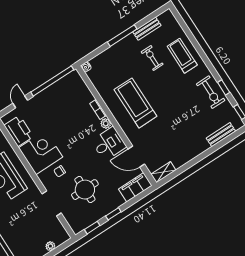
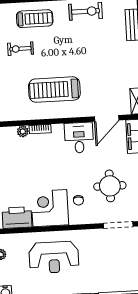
treadmill: (182, 56) -> (35, 19), turned 180
plant: (106, 123) -> (23, 131), moved
doorway: (52, 203) -> (118, 225), moved

